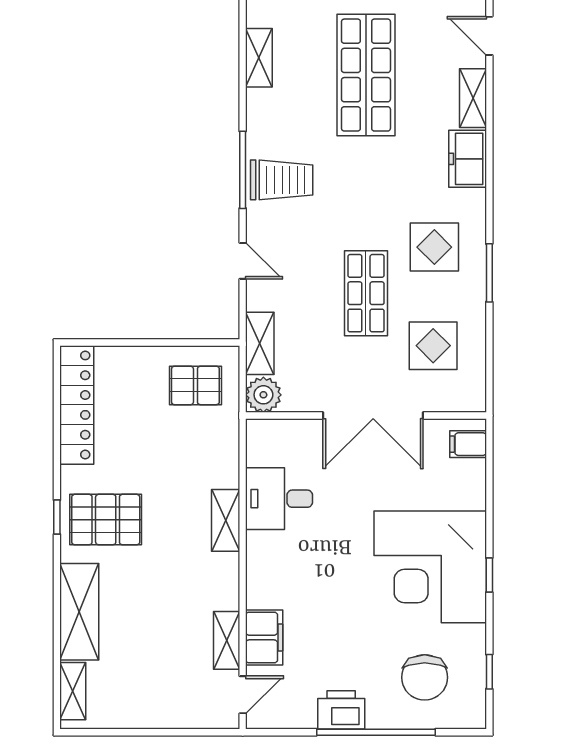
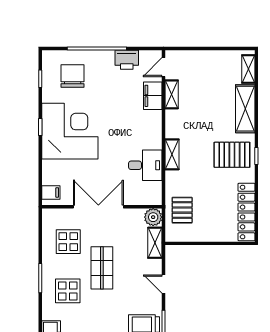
pallet: (195, 385) -> (182, 210), moved, turned 90
printer: (341, 710) -> (127, 60), moved

